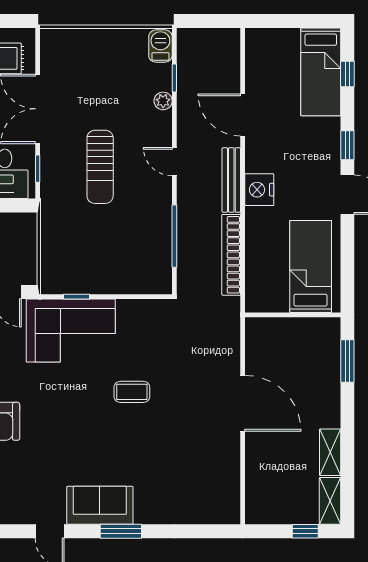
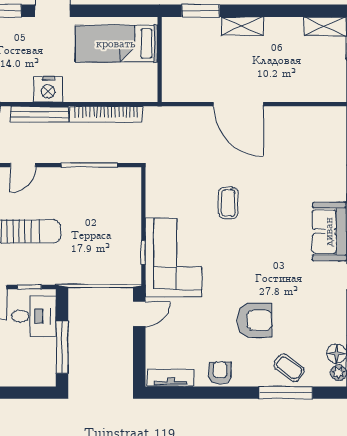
door: (243, 403) -> (238, 104), swing flipped
shelving: (330, 452) -> (242, 26), moved

